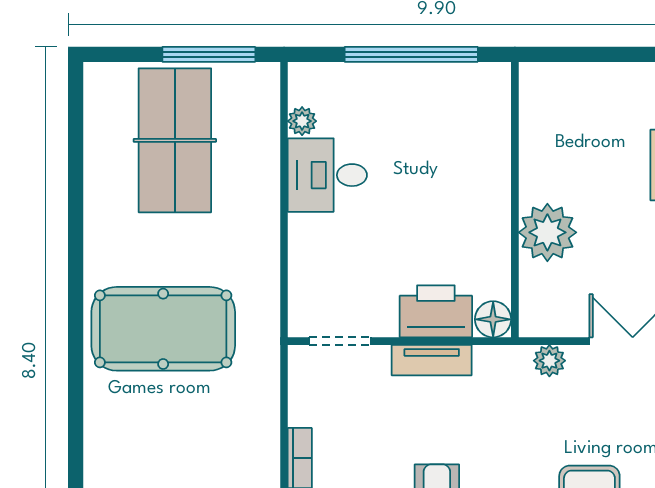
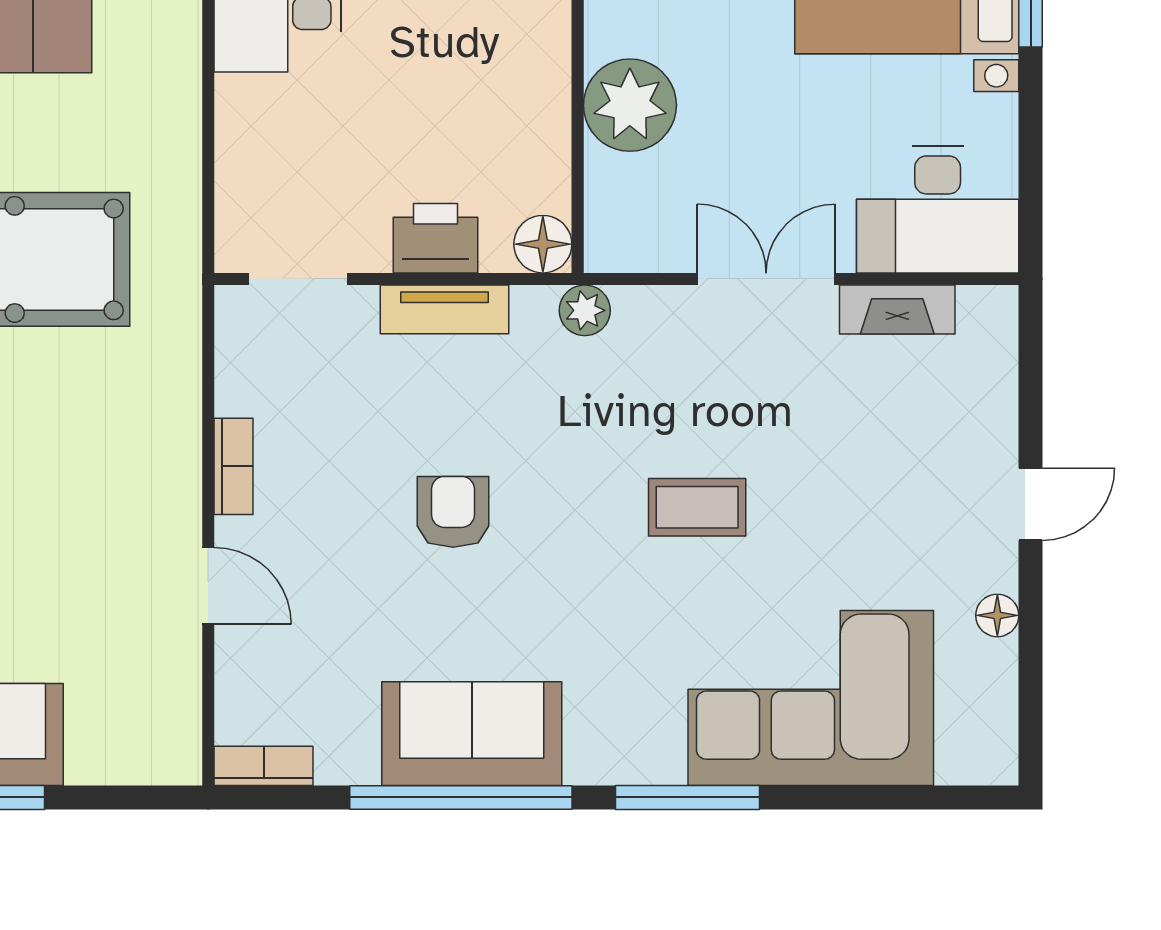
printer: (436, 311) -> (436, 238), width x0.73, depth x0.84
plant: (549, 361) -> (585, 310), moved

